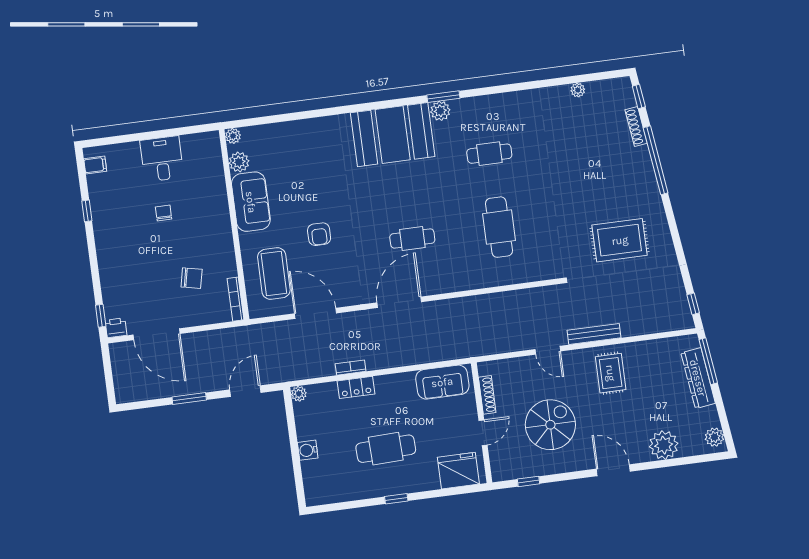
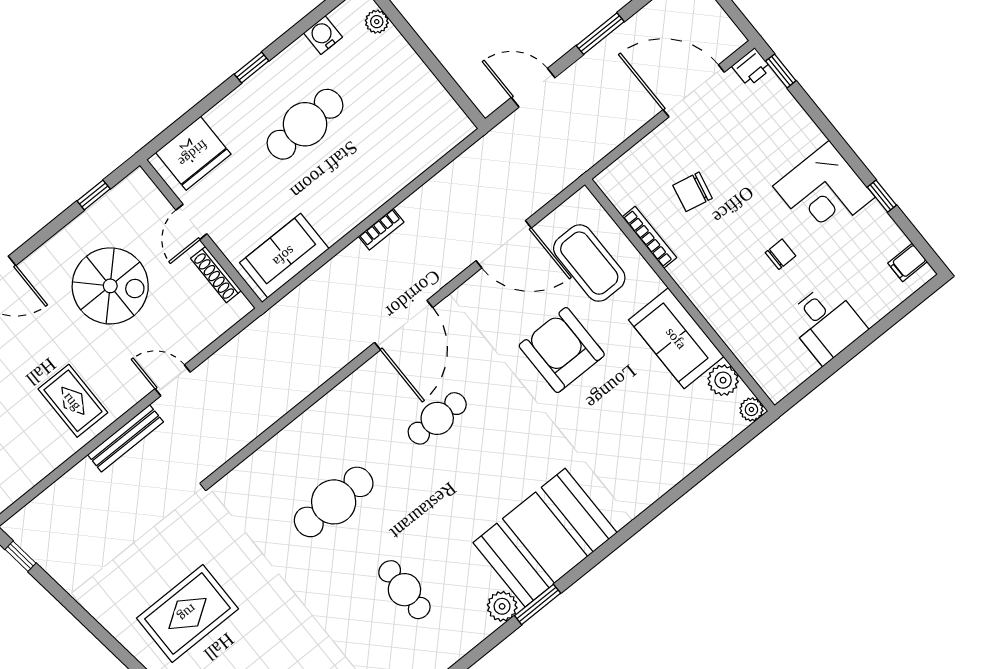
window: (443, 97) -> (538, 604), moved
cafe table: (489, 154) -> (404, 590), turned 90
chair: (164, 213) -> (781, 254), turned -90
cafe table: (499, 227) -> (334, 502), turned 90
corner desk: (118, 233) -> (824, 192), added
armchair: (319, 234) -> (562, 350), width x1.88, depth x1.88
rug: (620, 240) -> (187, 613), moved
bookcase: (235, 299) -> (649, 237), moved
bookcase: (351, 368) -> (381, 229), moved
locker: (356, 387) -> (392, 180), removed
door: (245, 391) -> (533, 88), swing flipped
plant: (299, 394) -> (377, 22), moved
spiral stairs: (550, 425) -> (110, 286), turned -90
water cooler: (308, 450) -> (323, 35), moved, turned -90

